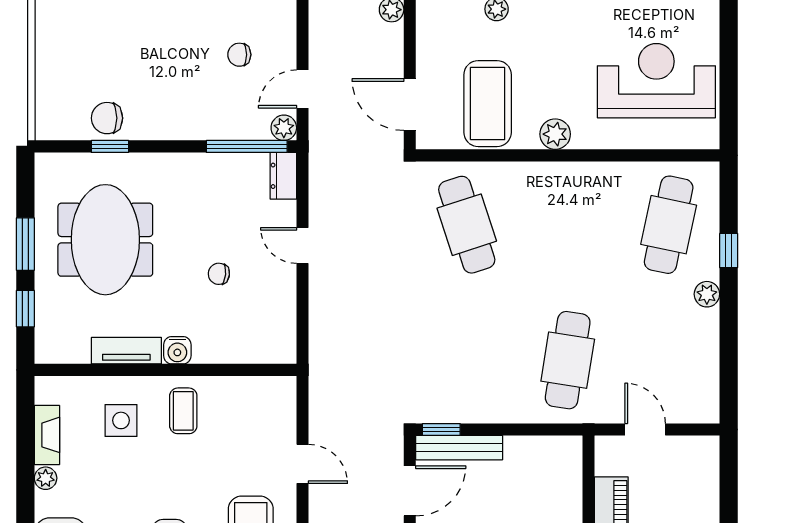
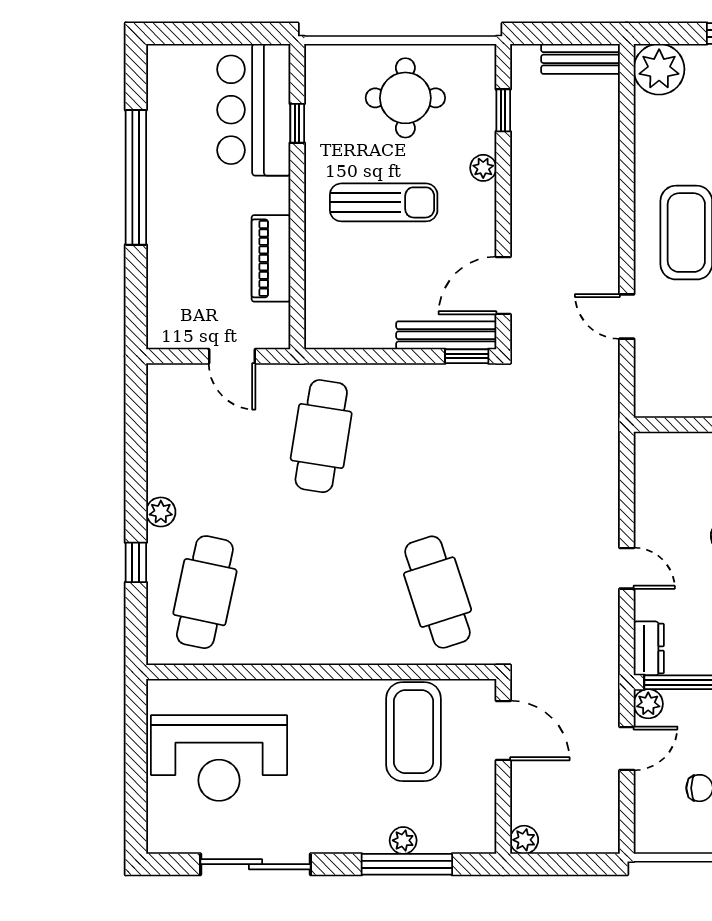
plant: (555, 134) -> (336, 696), removed

